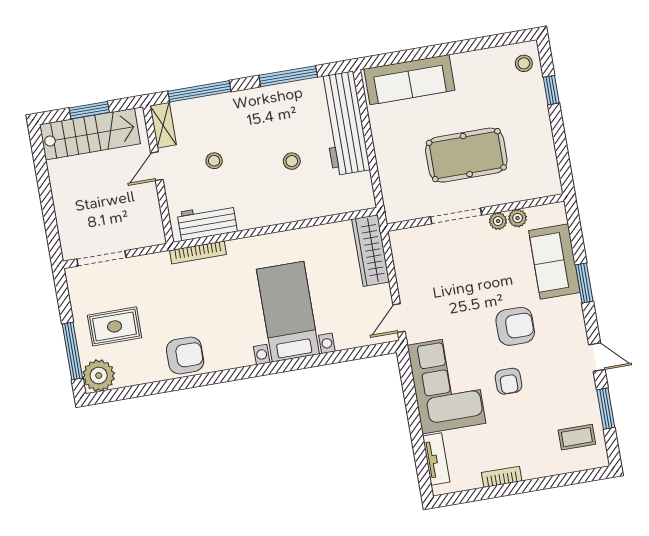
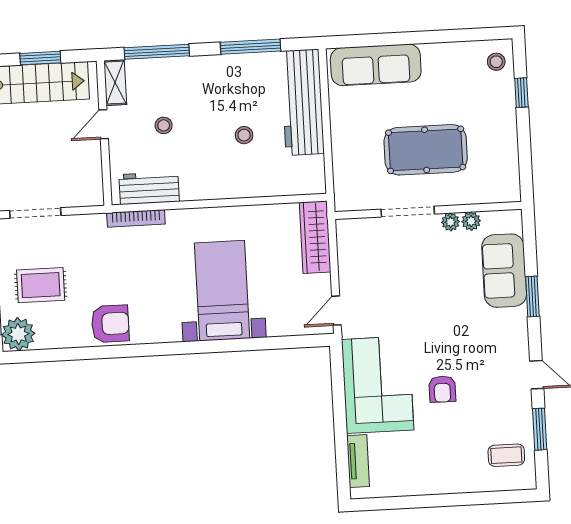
armchair: (515, 326) -> (456, 333), removed
bookcase: (502, 477) -> (424, 487), removed

